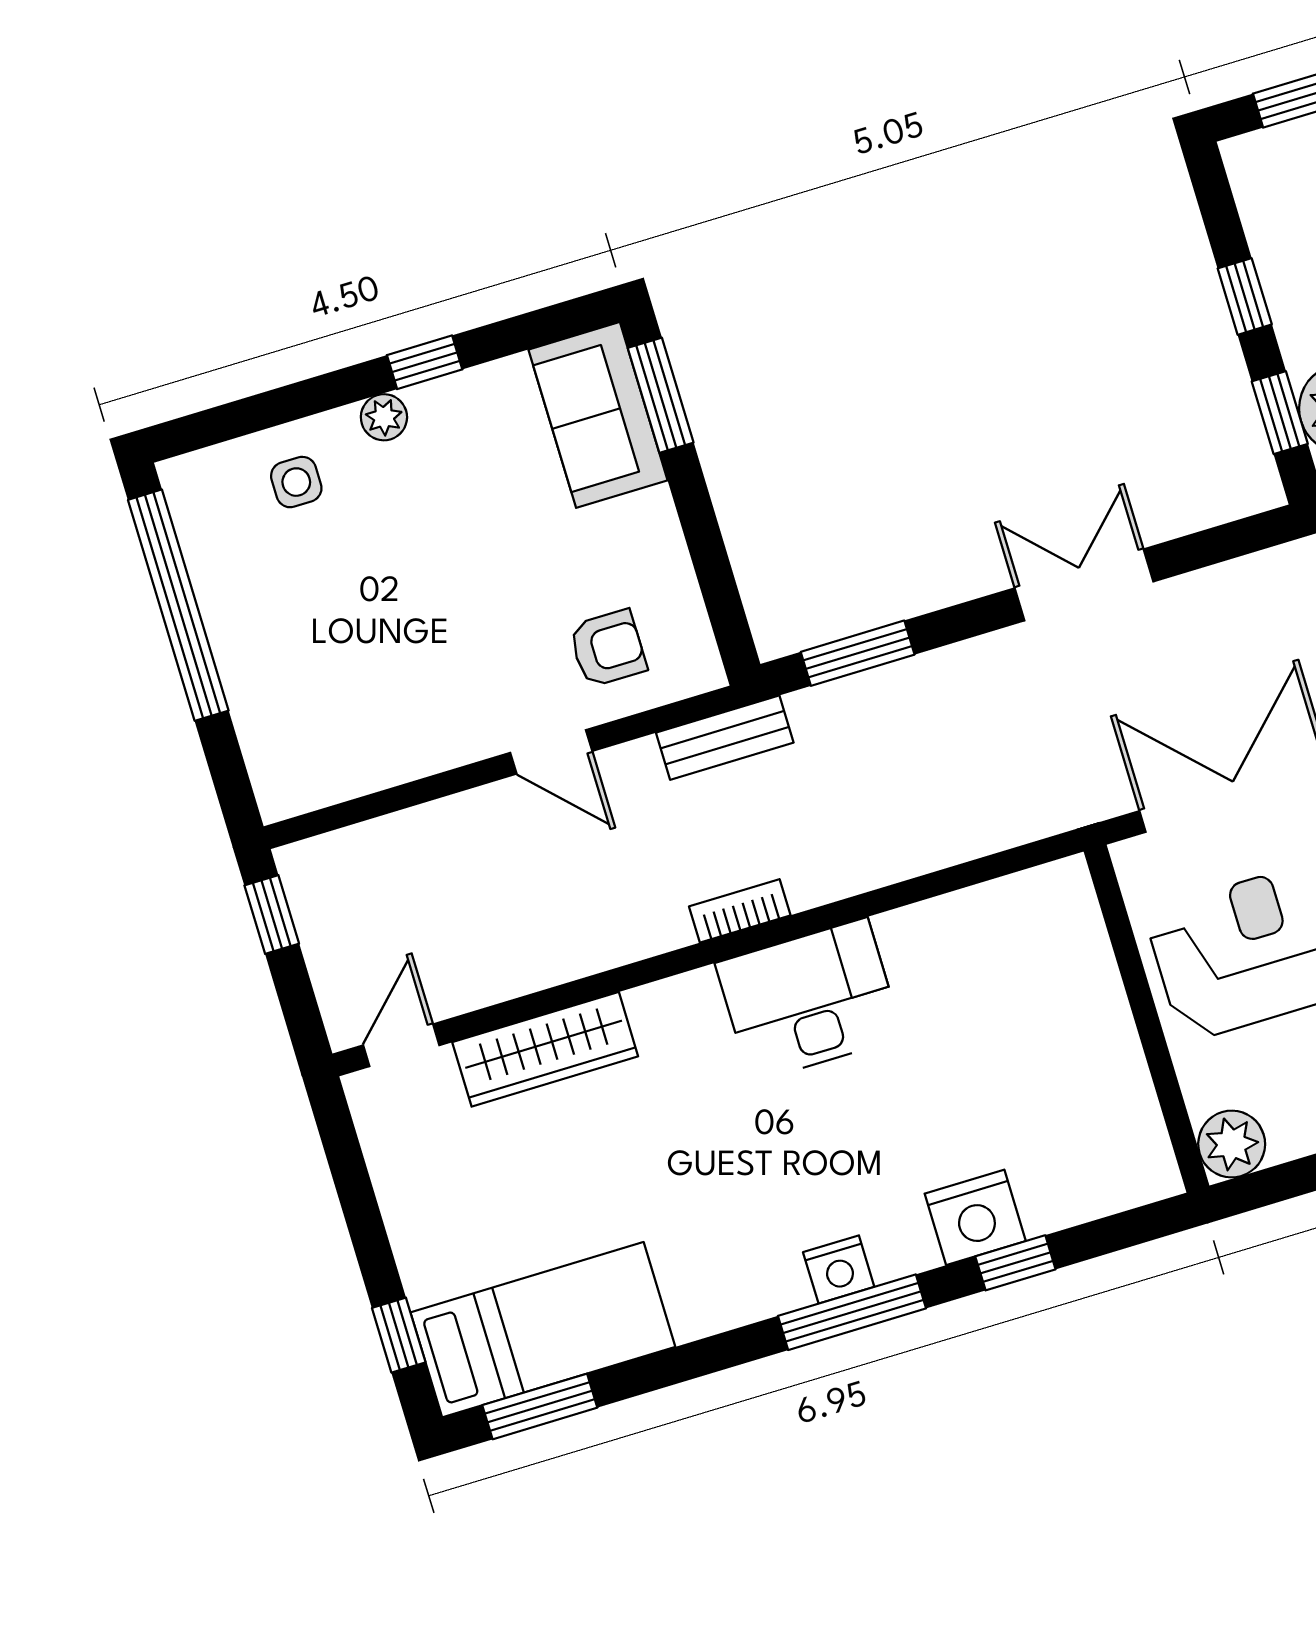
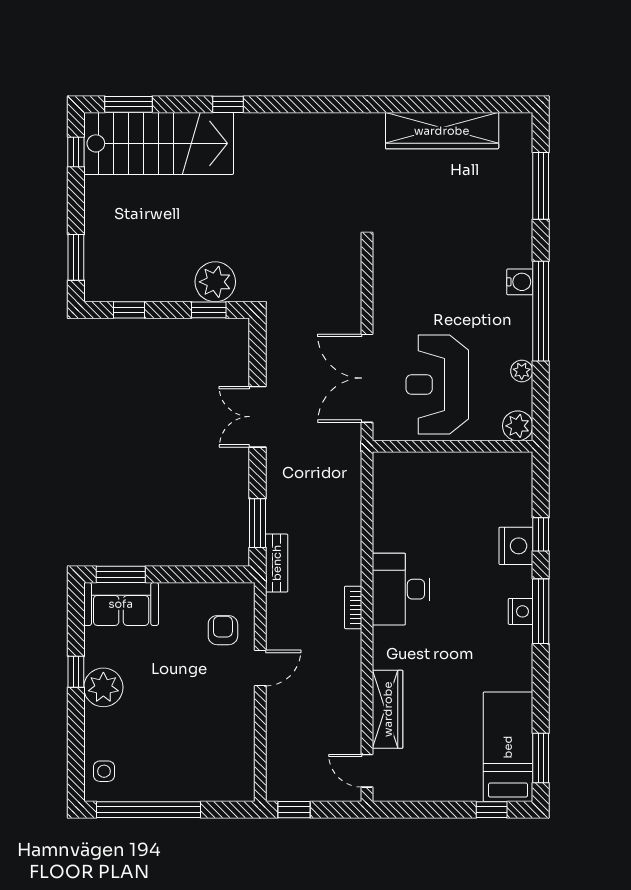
window: (1245, 296) -> (129, 310), moved
plant: (384, 417) -> (103, 687), width x1.88, depth x1.88
side table: (296, 482) -> (104, 771), moved
bench: (725, 738) -> (277, 563), moved

